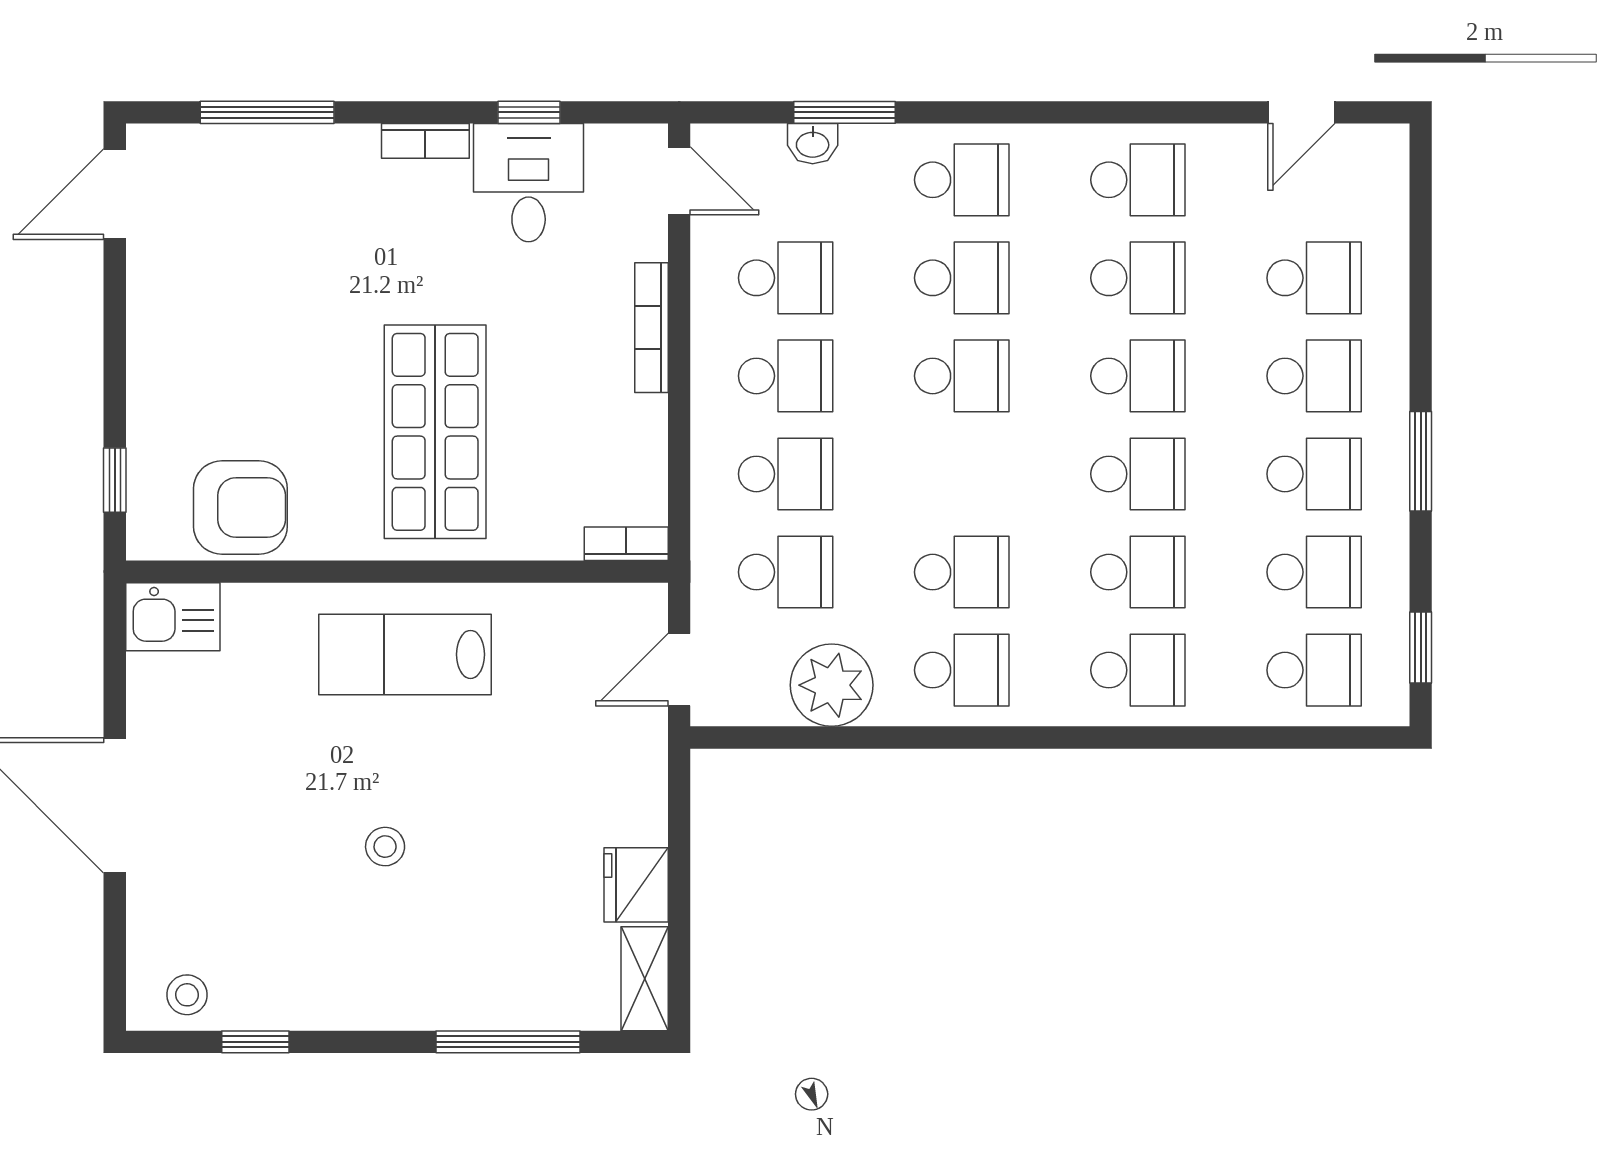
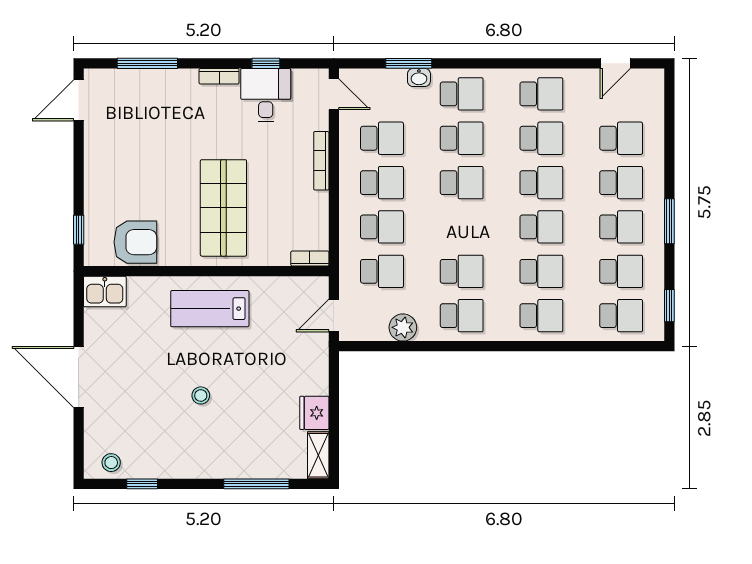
washbasin: (813, 144) -> (419, 77), moved
plant: (832, 685) -> (403, 327), width x0.73, depth x0.73

